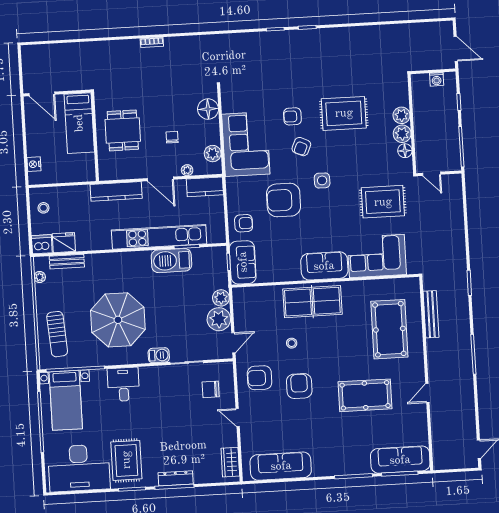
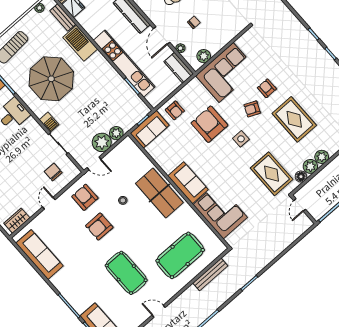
floor lamp: (208, 109) -> (230, 31), removed
rug: (383, 202) -> (272, 174), moved
barbecue: (171, 261) -> (80, 43), moved
armchair: (299, 386) -> (99, 227), turned 180

